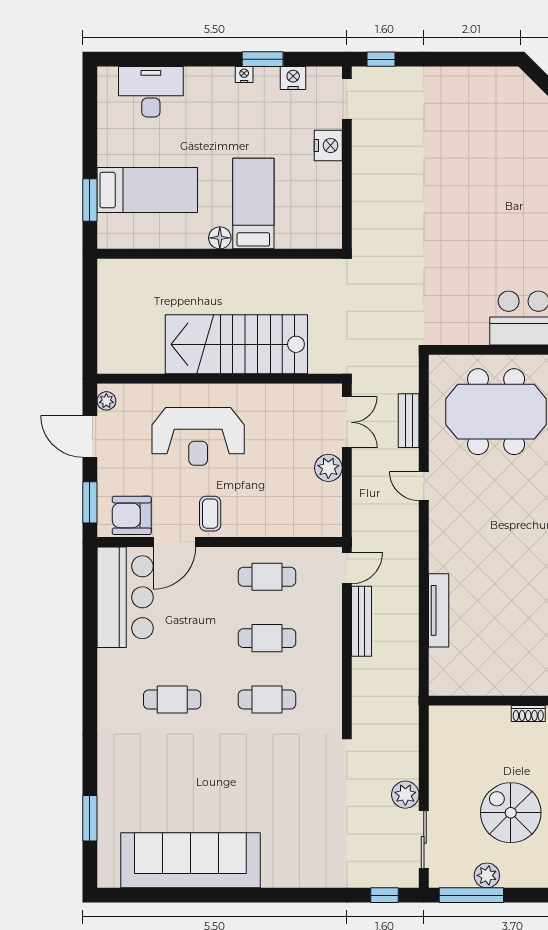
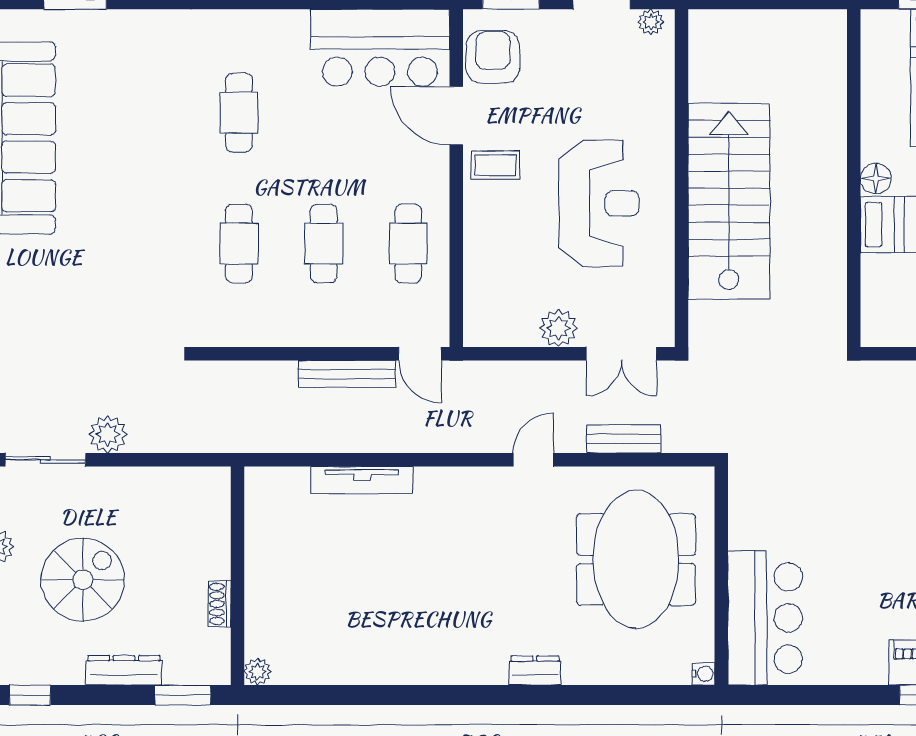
reception desk: (198, 436) -> (599, 203), moved, turned 180

